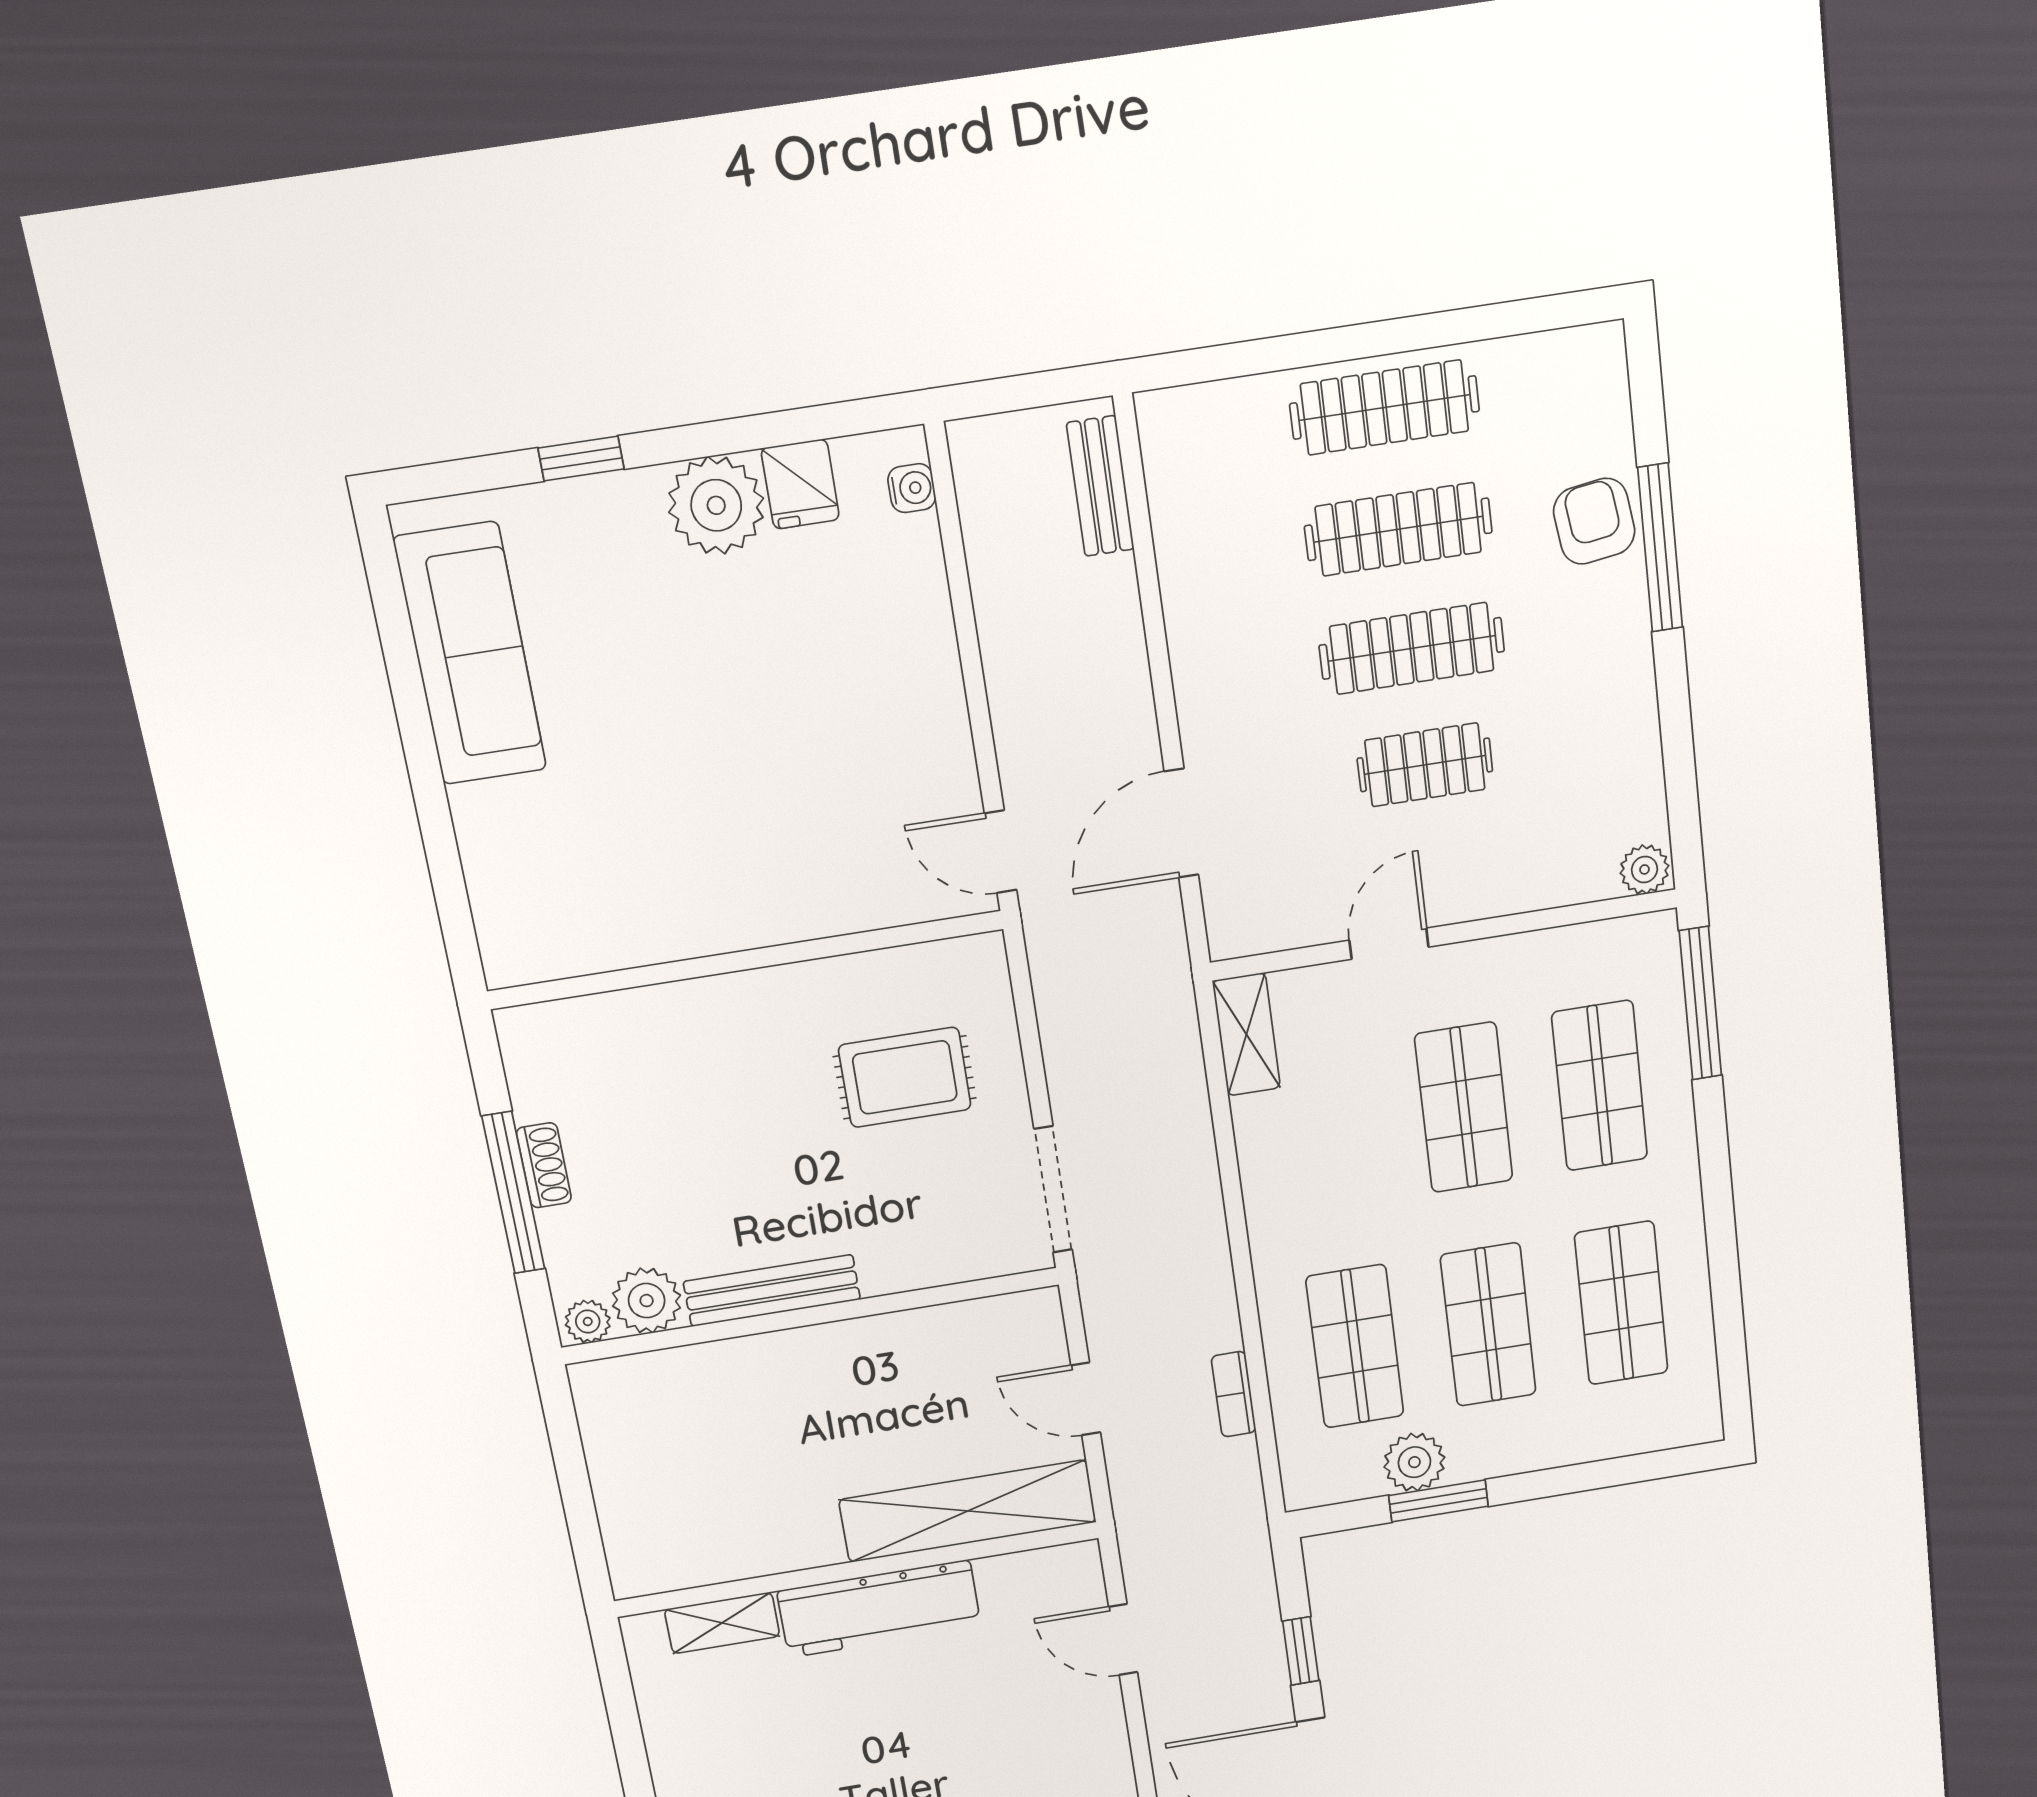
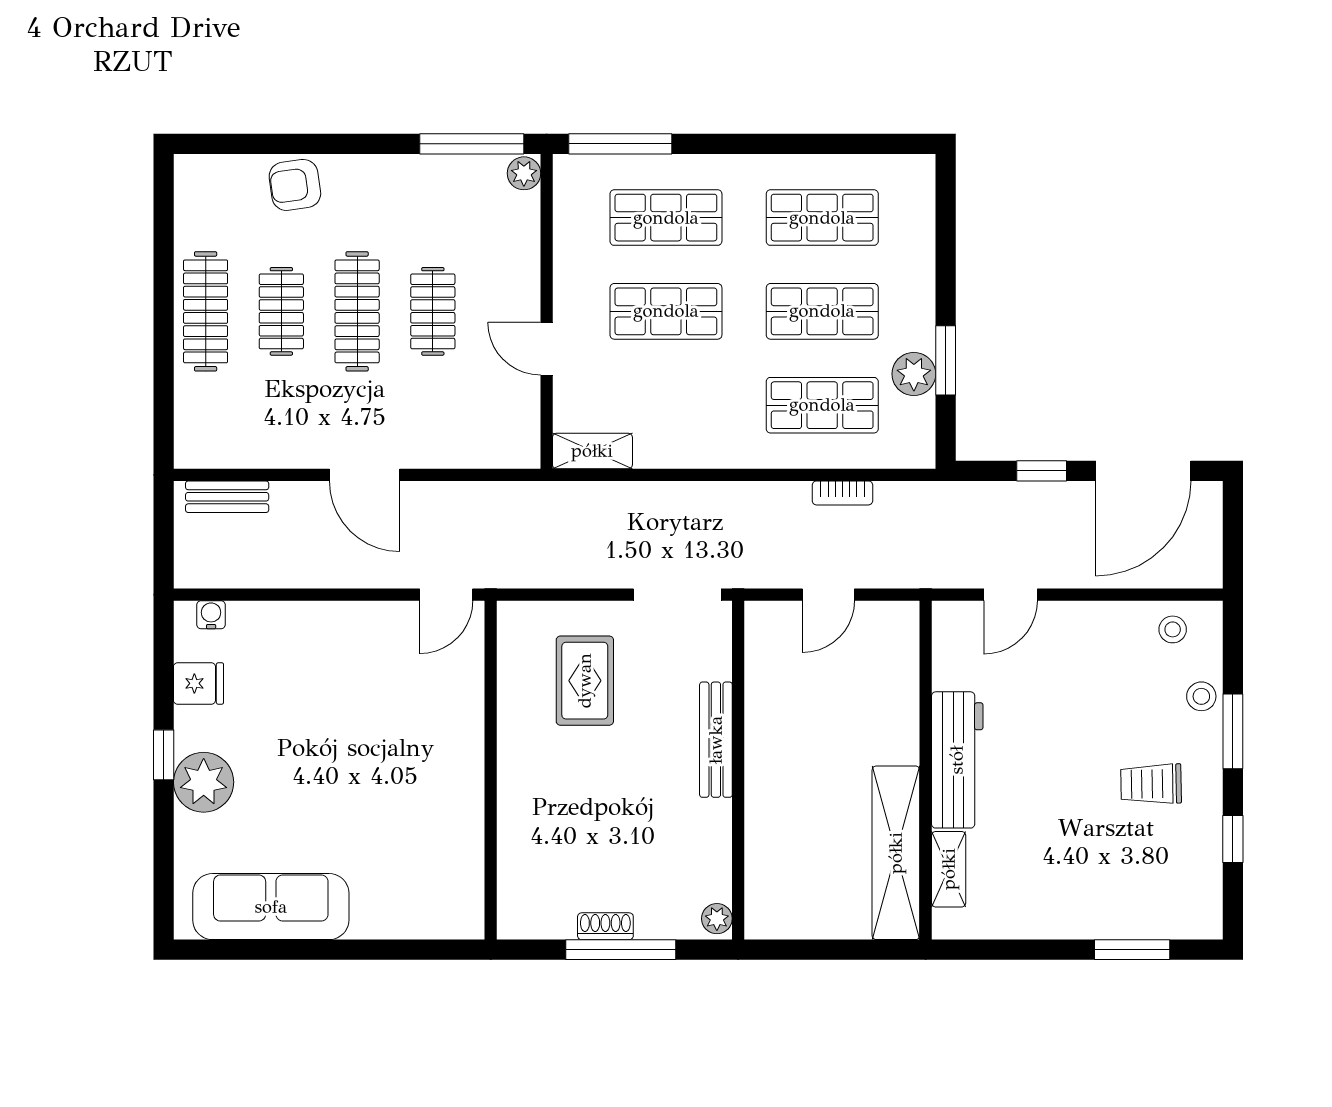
window: (581, 458) -> (164, 755), moved
plant: (716, 505) -> (204, 782), moved
clothes rail: (1398, 529) -> (281, 311), width x0.73
window: (1660, 548) -> (472, 144), moved
door: (1181, 823) -> (365, 475), moved
bench: (772, 1290) -> (716, 740), moved
plant: (647, 1301) -> (709, 877), removed
shelving: (968, 1511) -> (896, 853), moved

